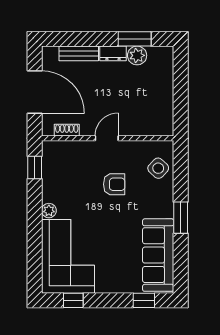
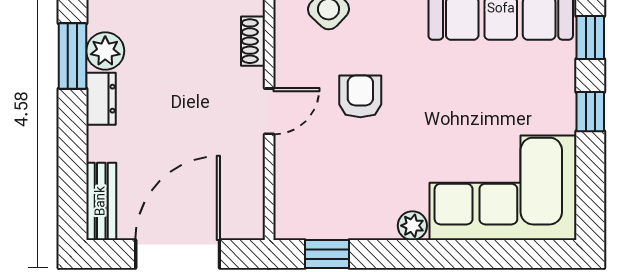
bench: (79, 53) -> (101, 201), moved
shoe rack: (67, 130) -> (253, 41), moved
door: (107, 138) -> (269, 111), swing flipped
window: (73, 300) -> (590, 112), moved

